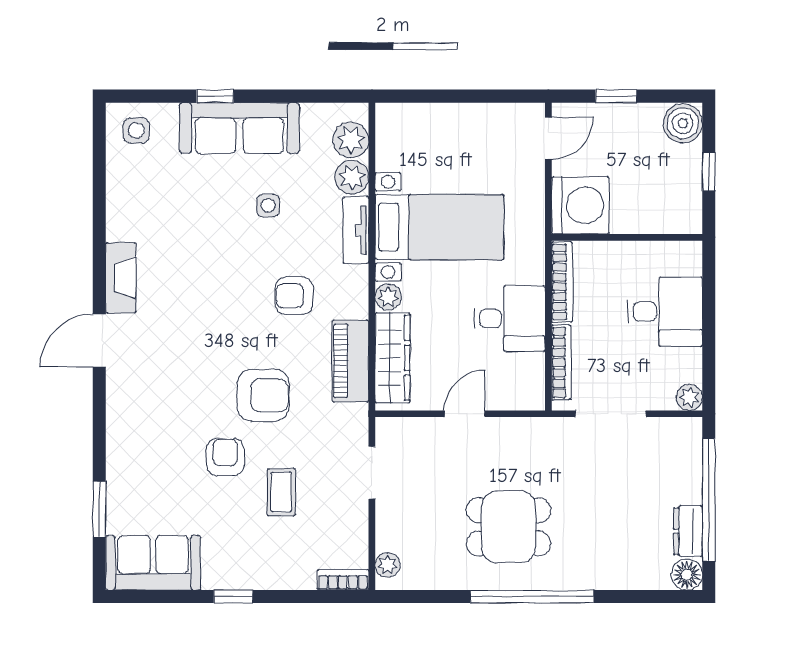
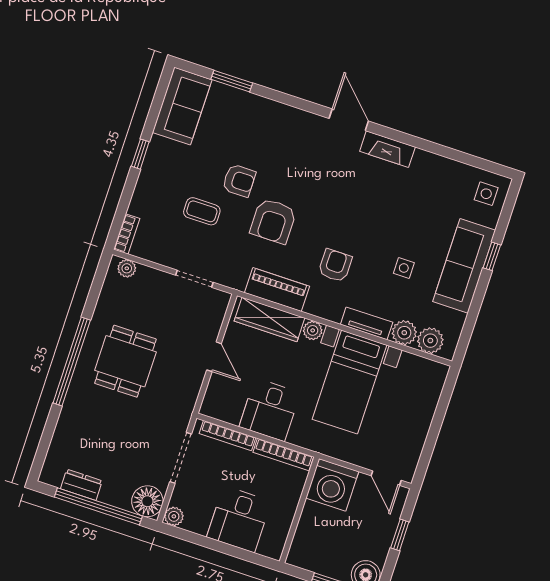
floor lamp: (687, 575) -> (147, 501), moved, width x1.38, depth x1.38

